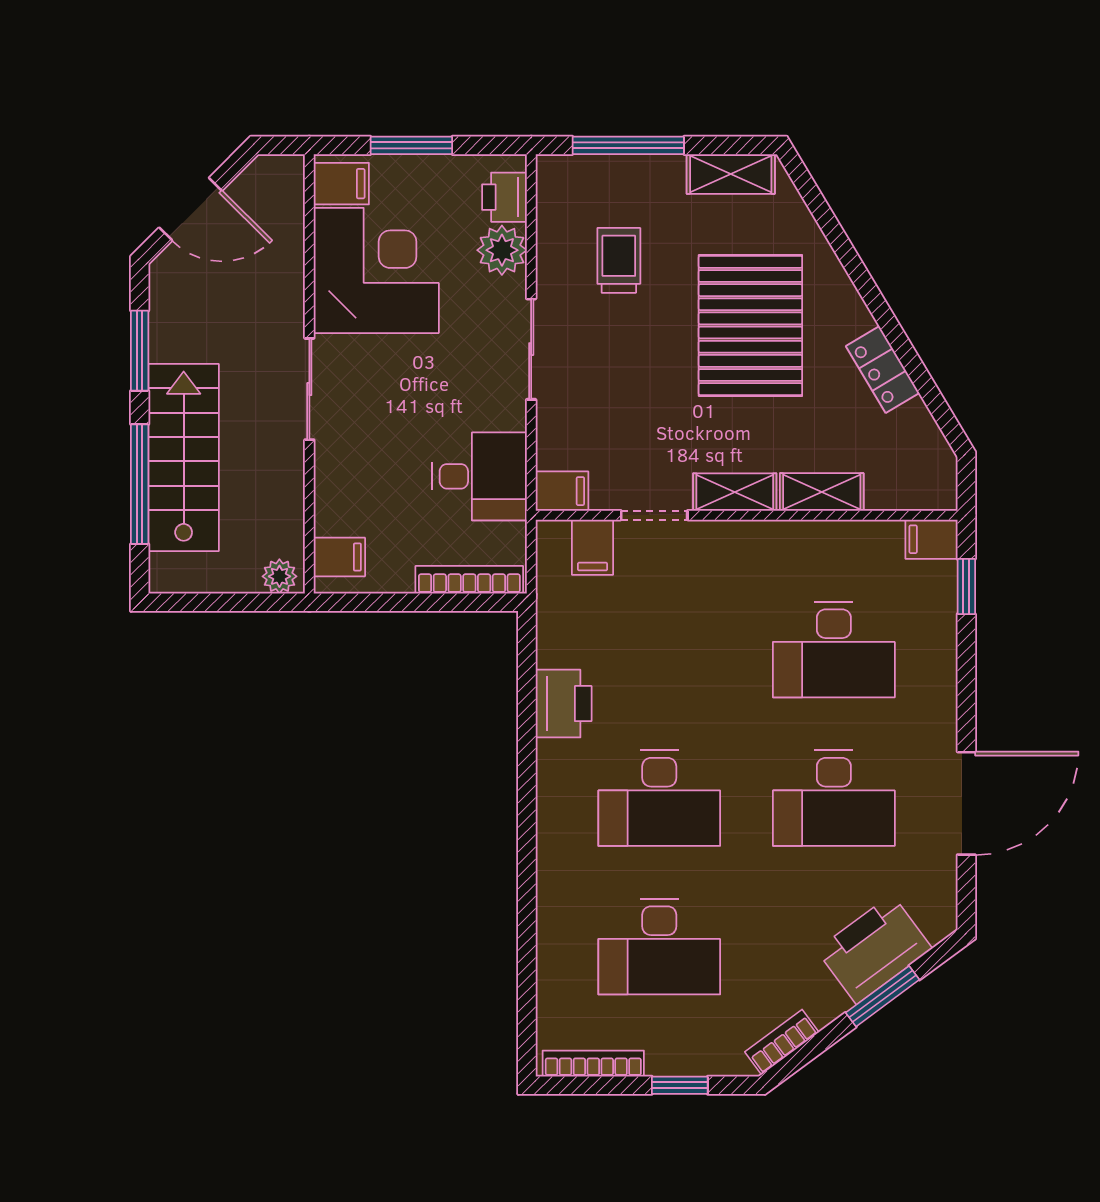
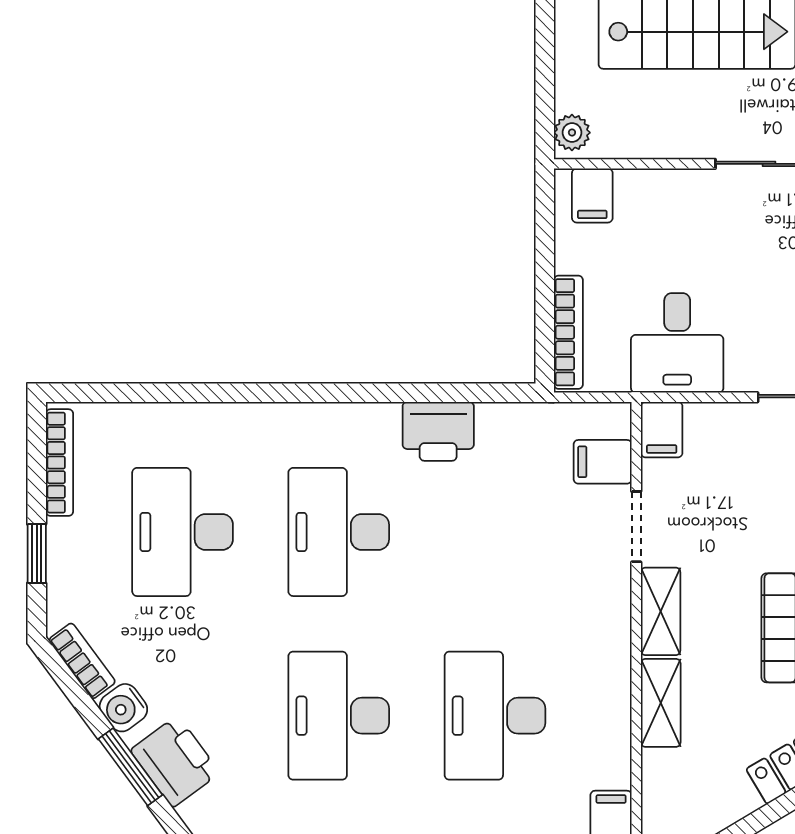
printer: (874, 949) -> (175, 762), width x0.73, depth x0.84
water cooler: (826, 1003) -> (123, 708), added

